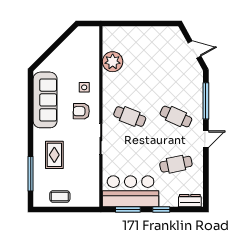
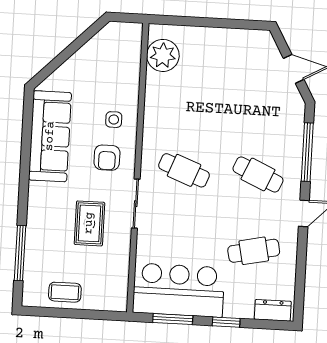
plant: (113, 62) -> (163, 55), moved
armchair: (81, 111) -> (107, 158), turned -91
rug: (54, 155) -> (89, 223), moved

